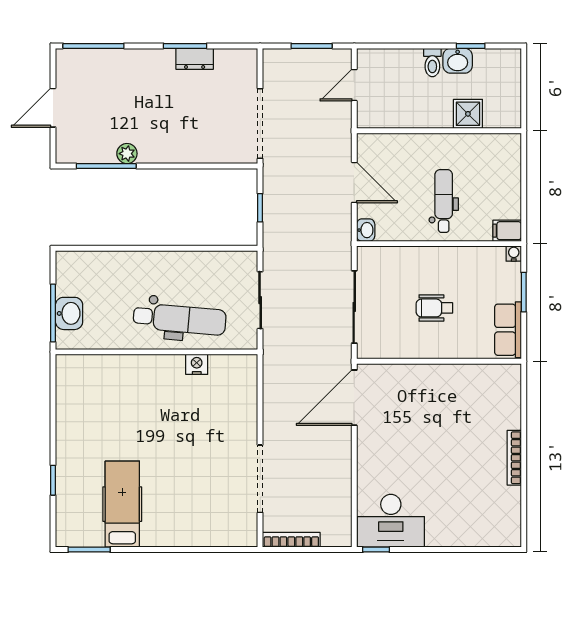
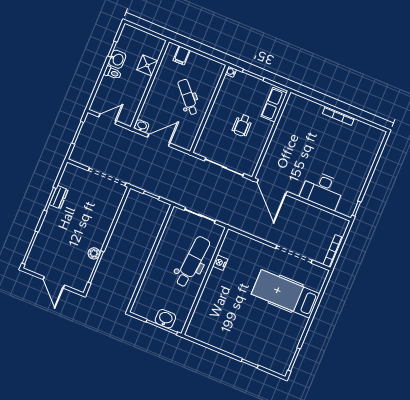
door: (354, 85) -> (107, 119), swing flipped
dental chair: (444, 201) -> (188, 97), turned 48
washbasin: (366, 230) -> (142, 126), moved
filing cabinet: (507, 231) -> (182, 55), moved
row of seats: (508, 330) -> (274, 105), moved, turned 90
hospital bed: (122, 504) -> (286, 294), moved, width x1.37, depth x1.29
desk: (391, 521) -> (322, 190), moved, turned 90

